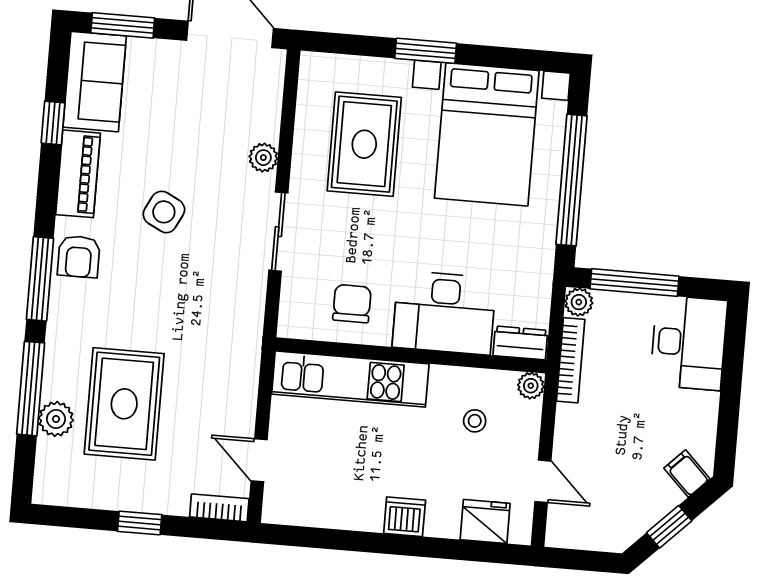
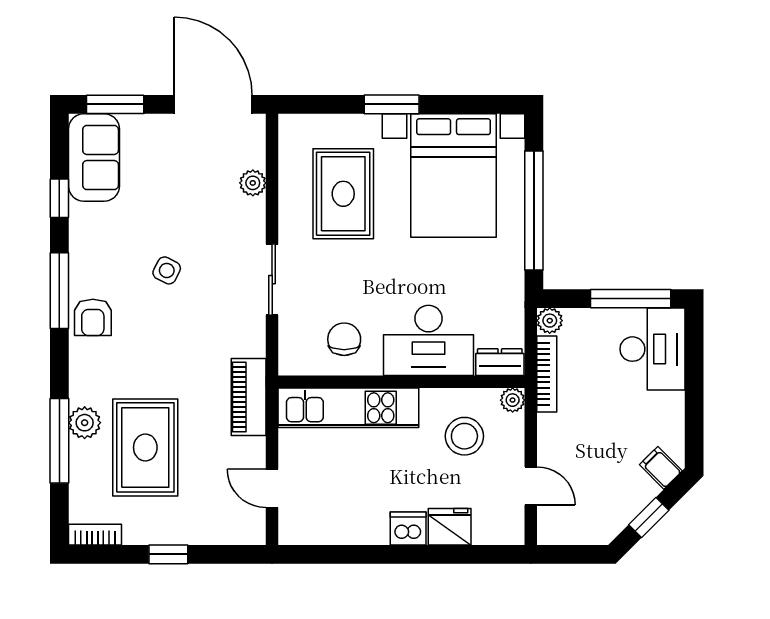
plant: (263, 158) -> (253, 183), moved
piano: (78, 174) -> (249, 397), moved, turned 180
side table: (164, 212) -> (167, 270), width x0.73, depth x0.73
window: (40, 279) -> (59, 291), moved
window: (634, 282) -> (631, 299), moved
plant: (56, 419) -> (85, 423), moved
stool: (475, 421) -> (464, 436), width x1.89, depth x1.89
bookcase: (219, 508) -> (95, 535), moved
fridge: (485, 522) -> (450, 527), moved

